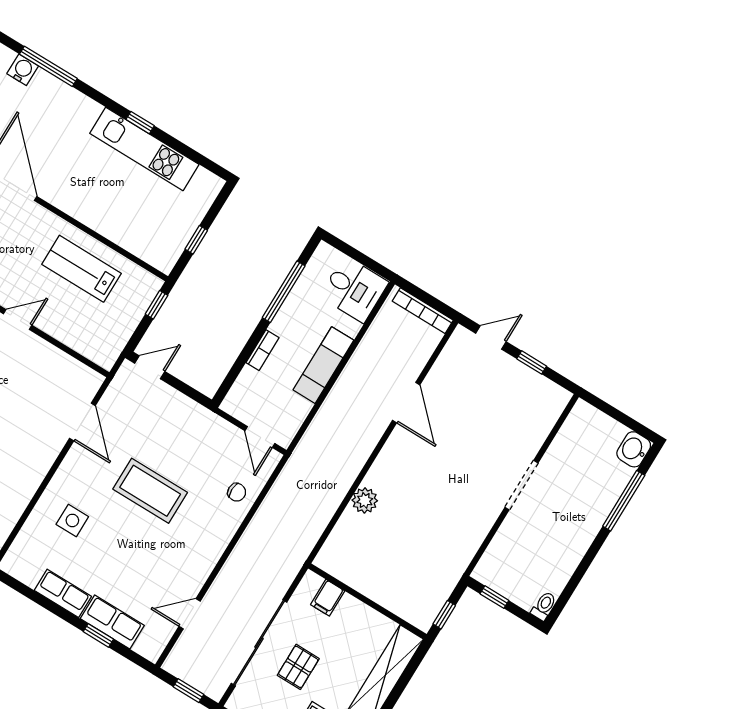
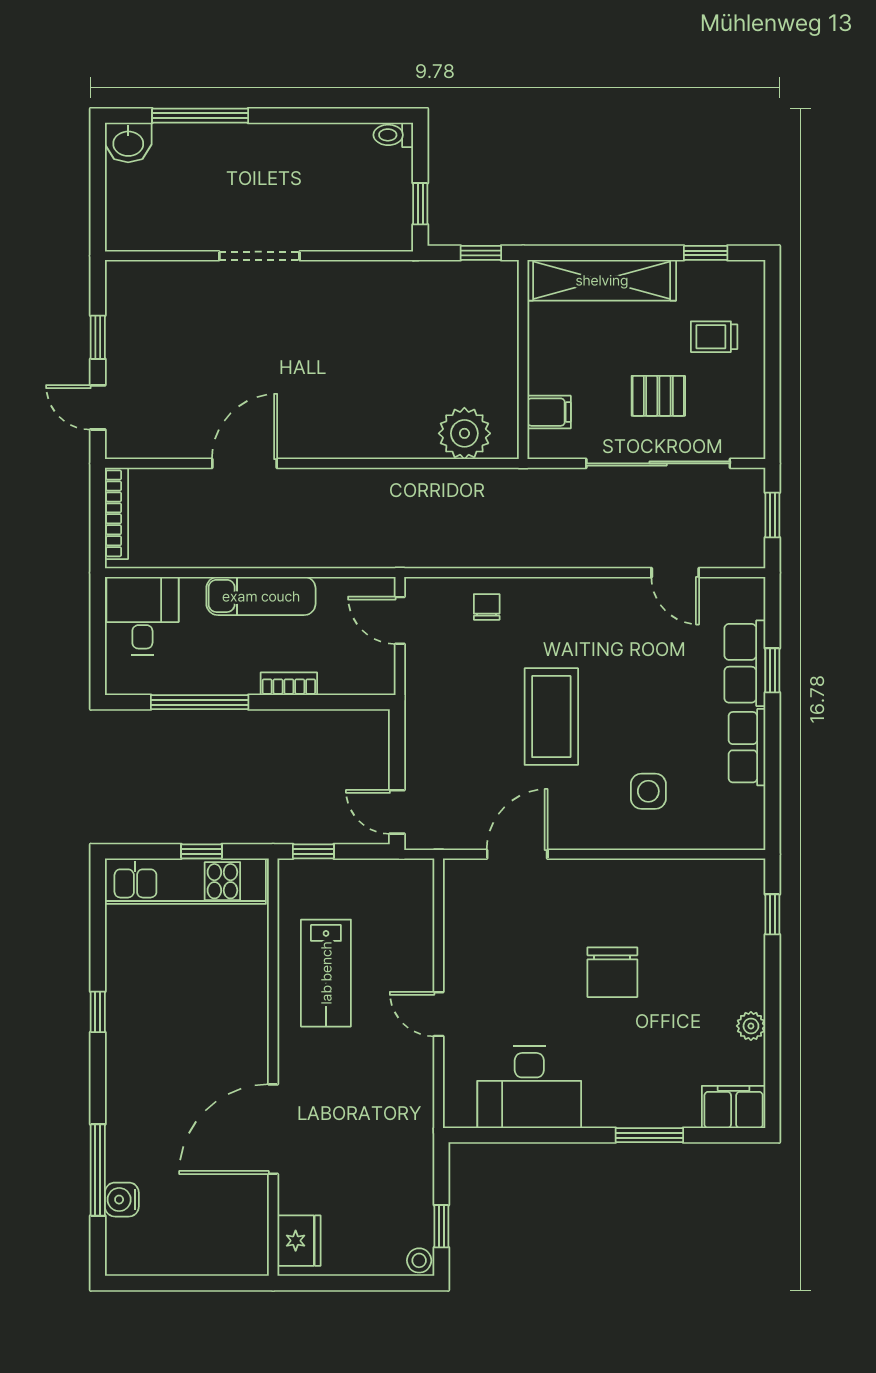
kitchen unit: (144, 149) -> (185, 881), moved, turned 90
door: (260, 437) -> (400, 620), swing flipped
plant: (365, 500) -> (464, 433), moved, width x1.36, depth x1.36

